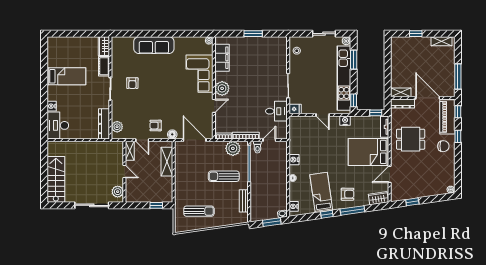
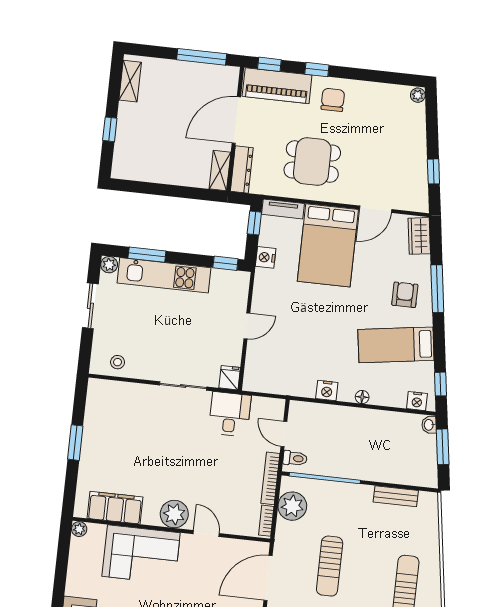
kitchen unit: (344, 78) -> (164, 275), width x0.73
nightstand: (345, 121) -> (266, 257), moved
dining table: (411, 139) -> (312, 162), turned 90
door: (390, 174) -> (376, 209), hinge flipped
sun lounger: (224, 176) -> (330, 566), moved
window: (327, 214) -> (440, 384), moved

